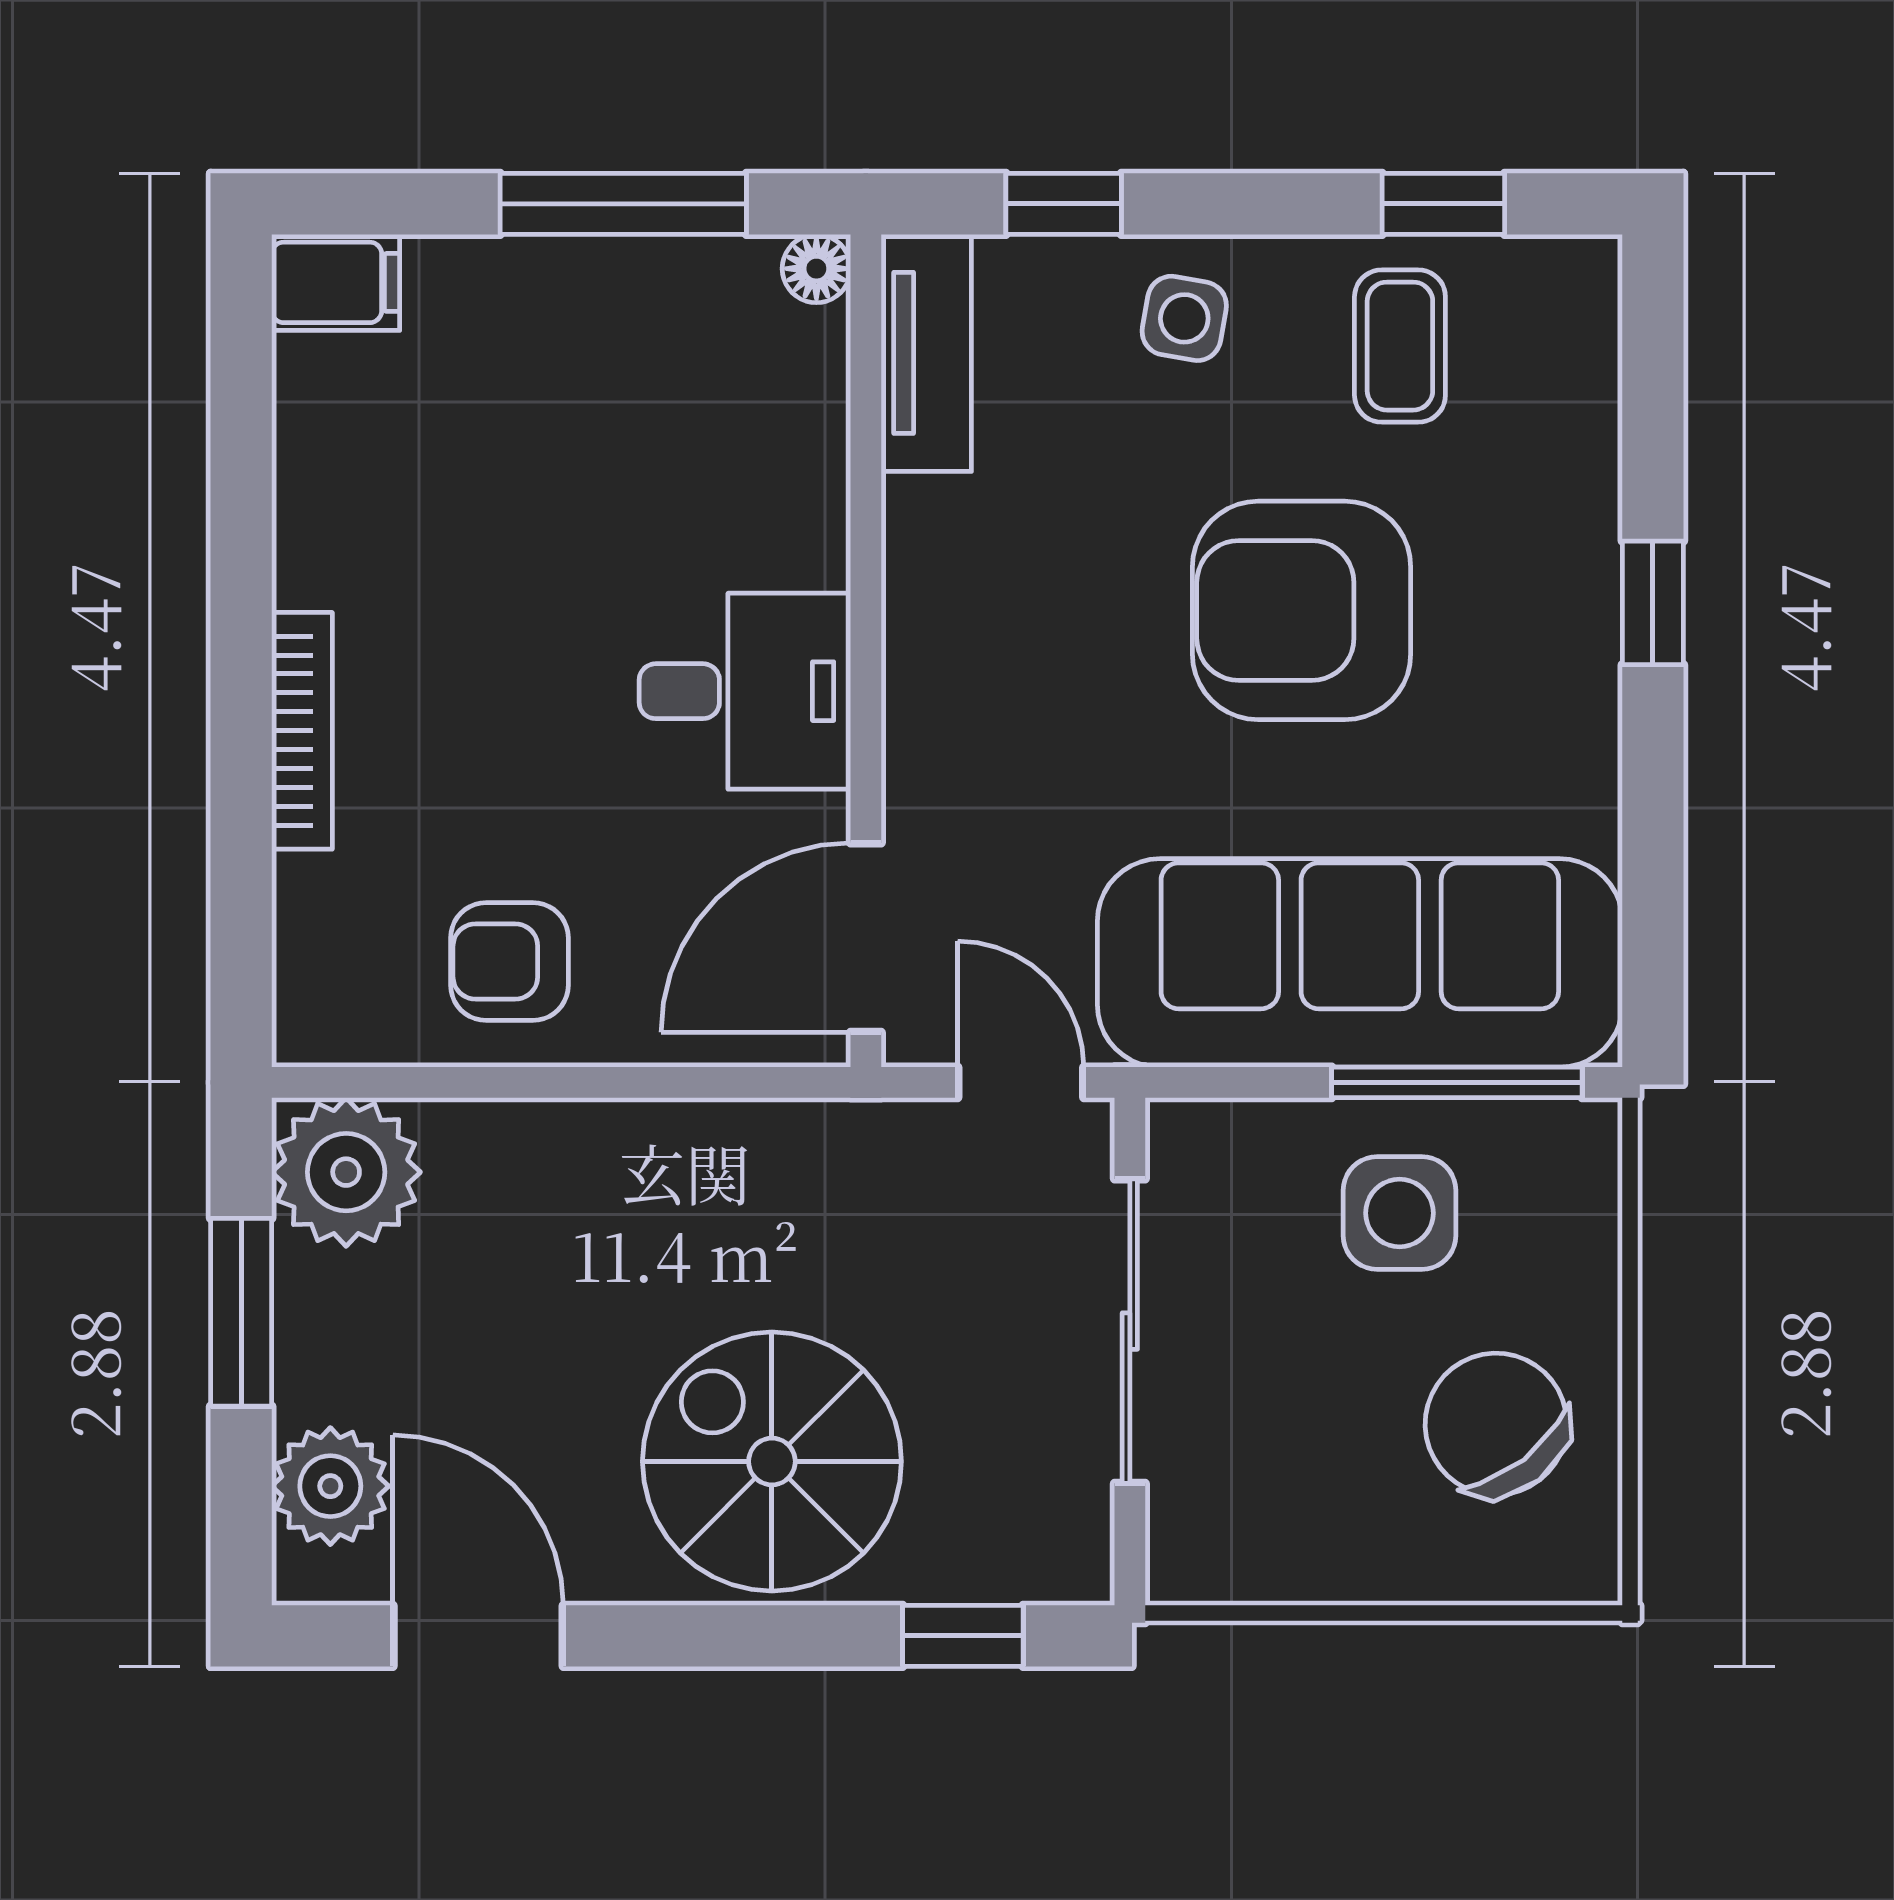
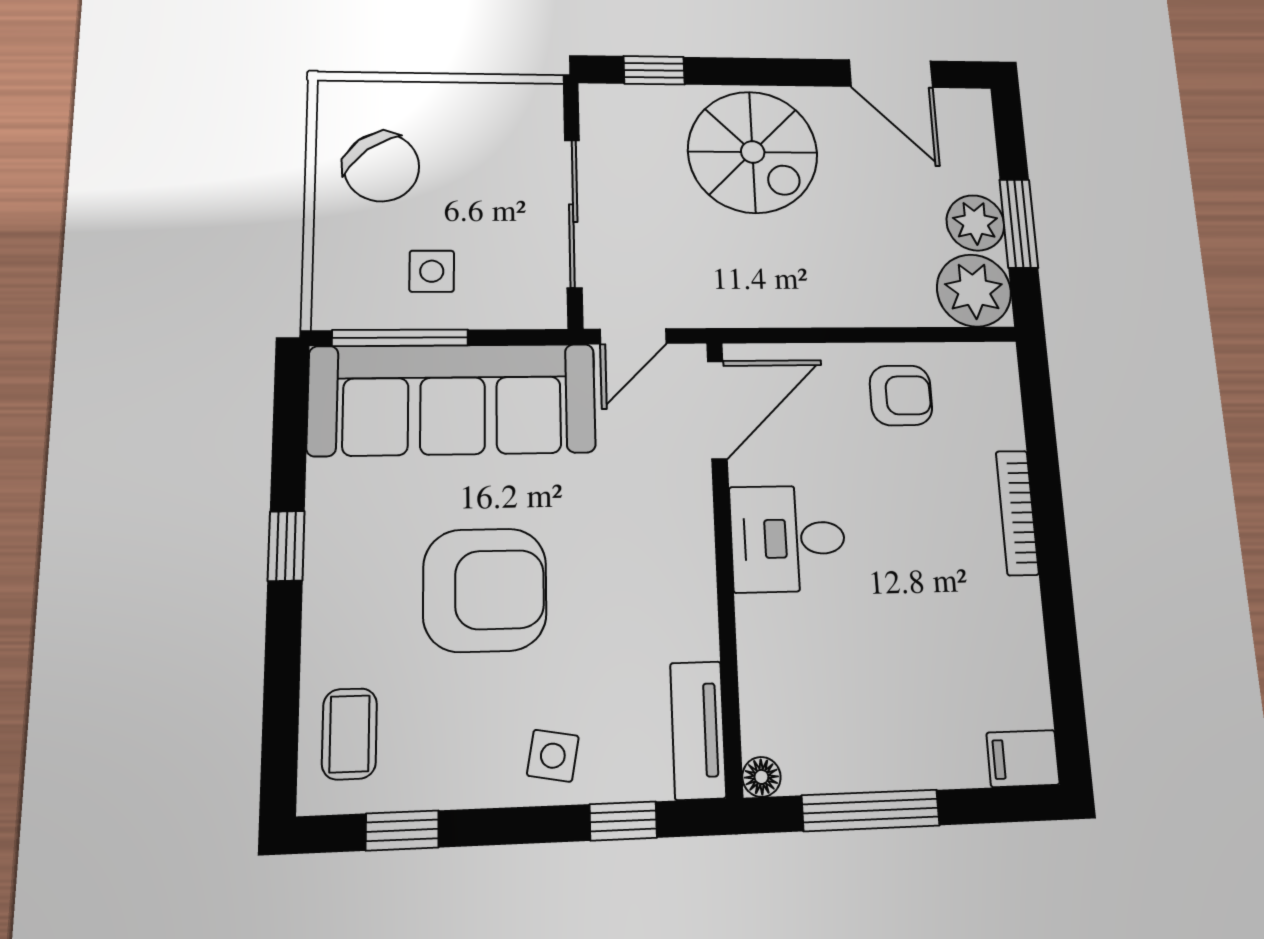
coffee table: (1400, 346) -> (349, 734), moved
window: (1653, 603) -> (286, 546), moved
door: (1021, 1082) -> (633, 336), hinge flipped
side table: (1400, 1213) -> (432, 271), width x0.73, depth x0.73
plant: (330, 1486) -> (975, 223), moved

